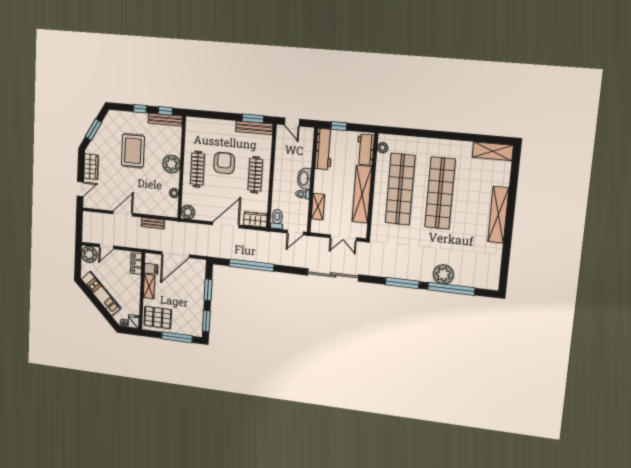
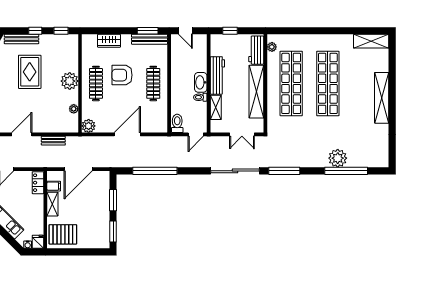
bench: (165, 120) -> (22, 39), moved
workbench: (324, 149) -> (217, 75), moved
armchair: (224, 163) -> (122, 75), turned -90
wardrobe: (255, 220) -> (109, 41), moved, turned 180
window: (402, 283) -> (284, 171), moved
window: (177, 337) -> (84, 252), removed

